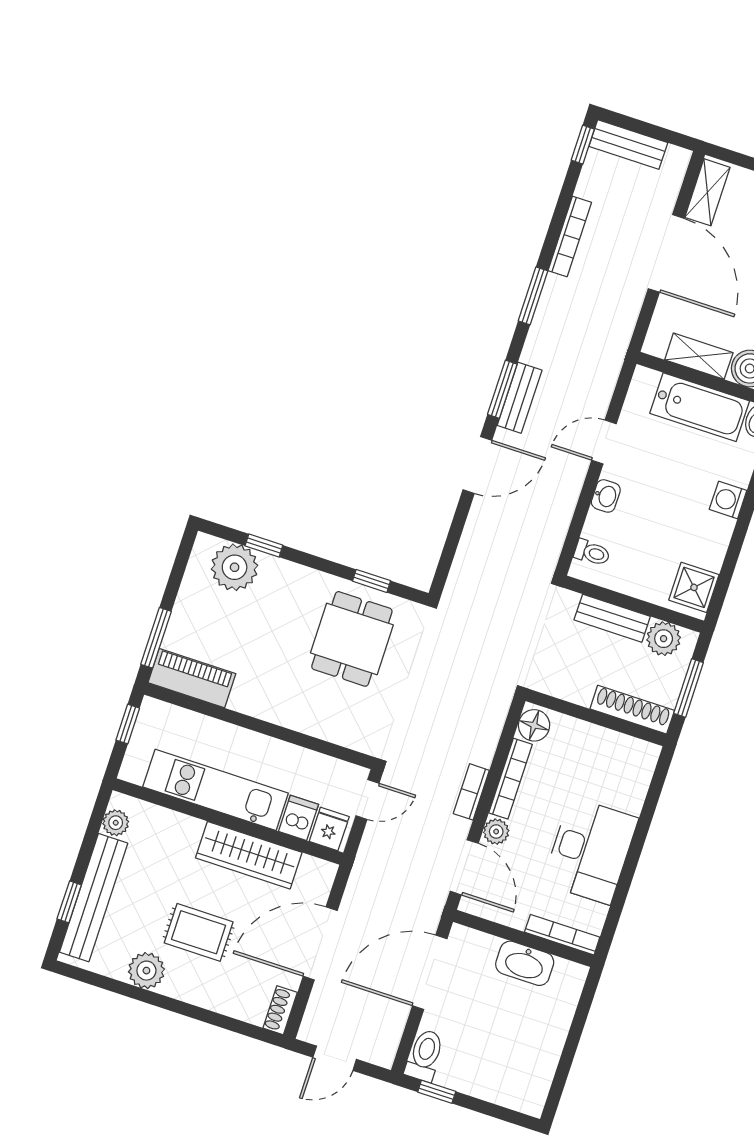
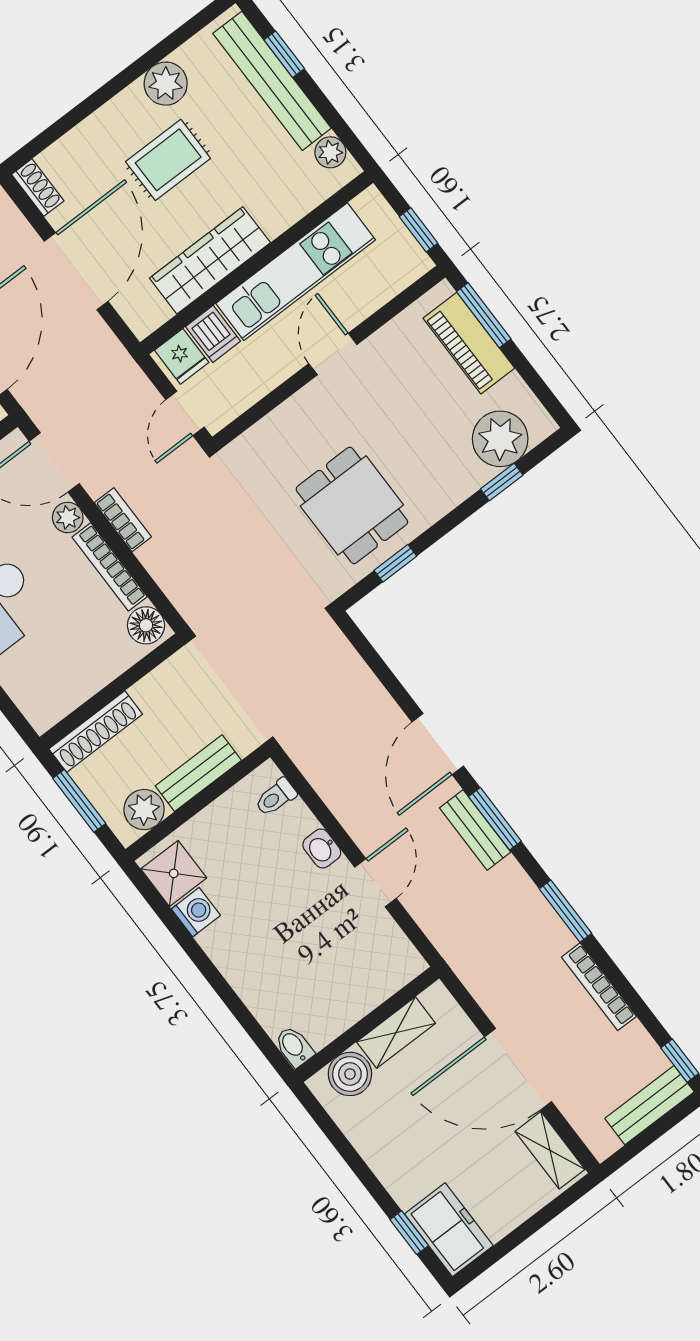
bathtub: (700, 407) -> (346, 999), removed
washing machine: (728, 500) -> (196, 912), moved
piano: (192, 678) -> (469, 343), moved, turned 90
door: (255, 725) -> (333, 354), added

